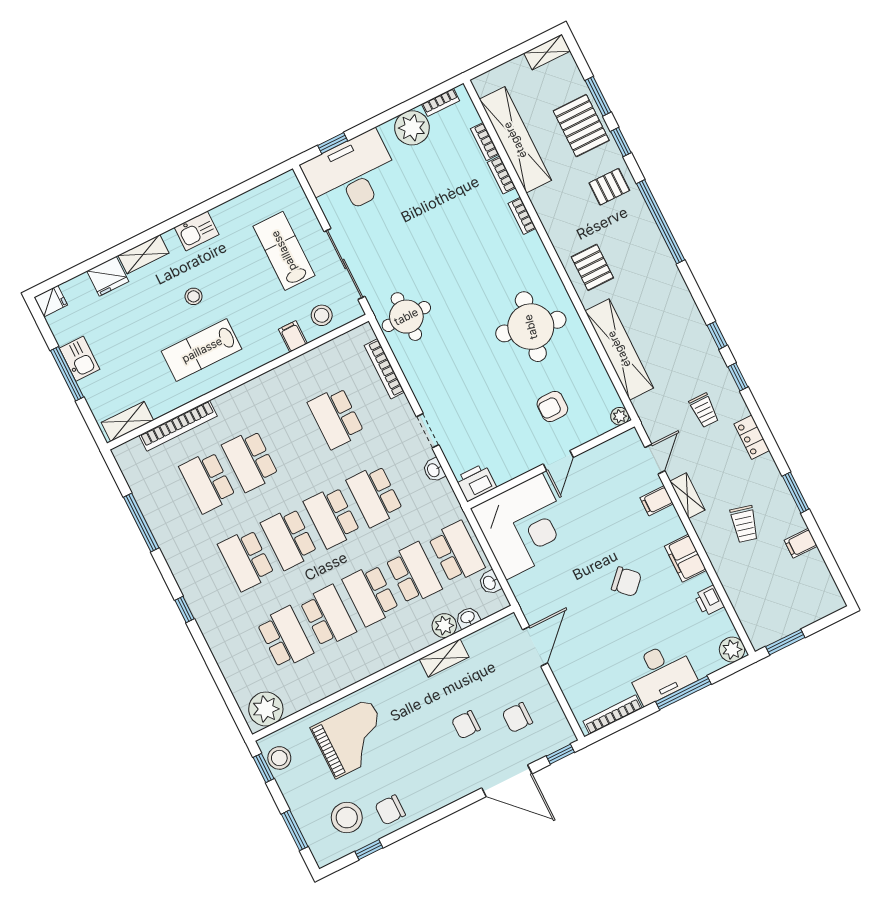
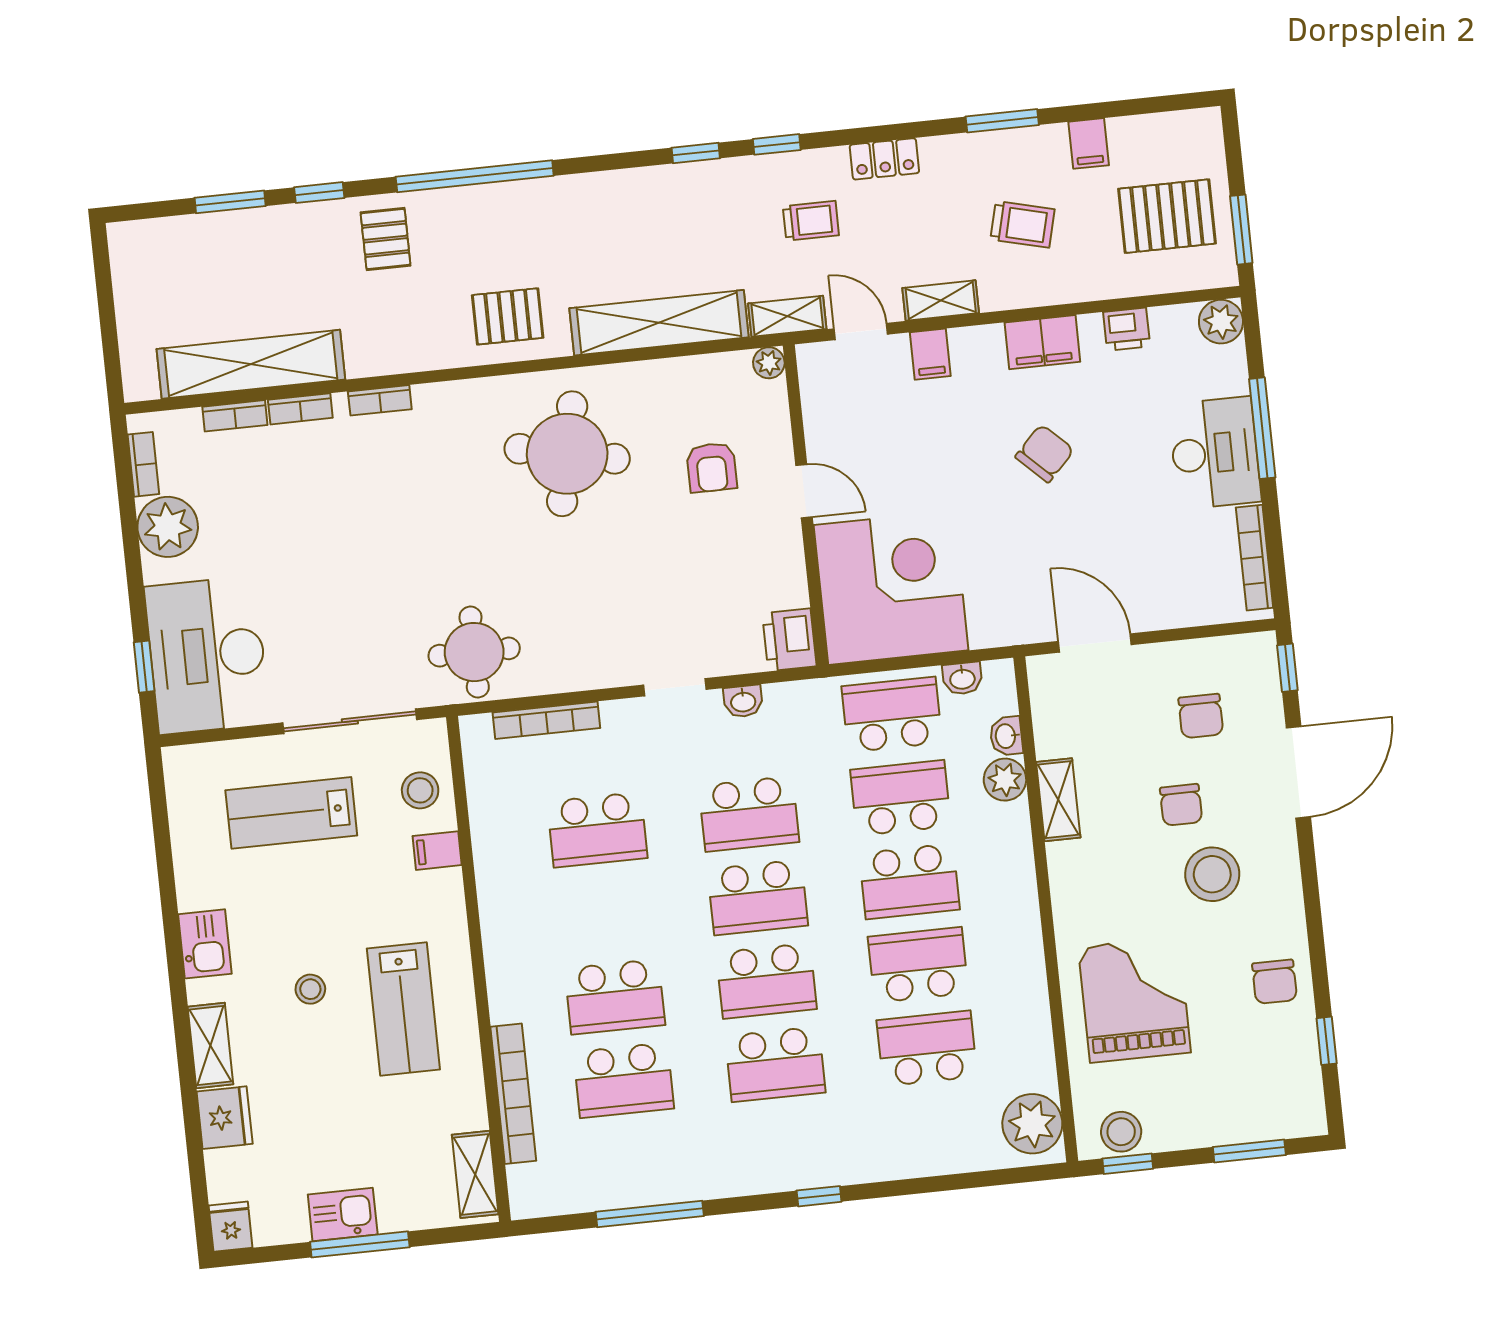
shelving: (547, 52) -> (787, 316), moved, turned 90
pallet: (581, 126) -> (1167, 216), moved
stool: (347, 818) -> (1212, 874), moved

